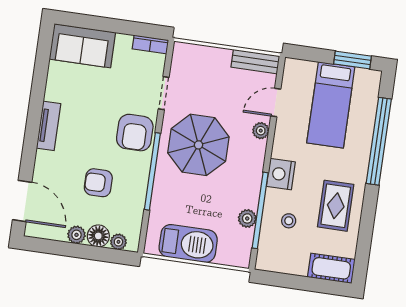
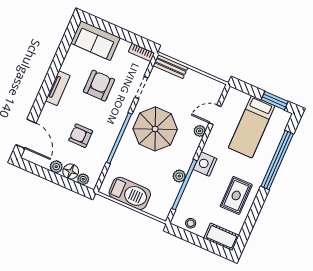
bench: (255, 62) -> (170, 67), moved
armchair: (135, 133) -> (99, 86), moved, turned 180
plant: (247, 218) -> (179, 176), moved
stool: (289, 221) -> (191, 223), moved

